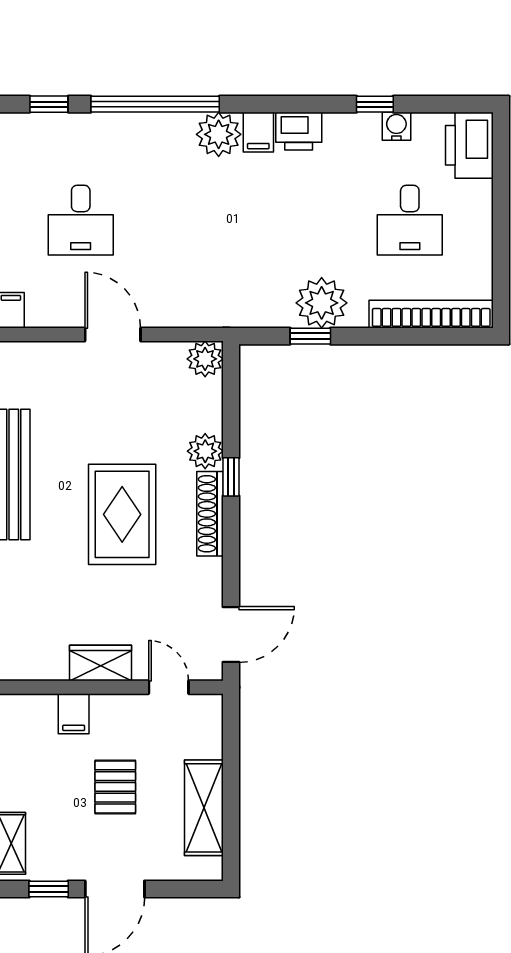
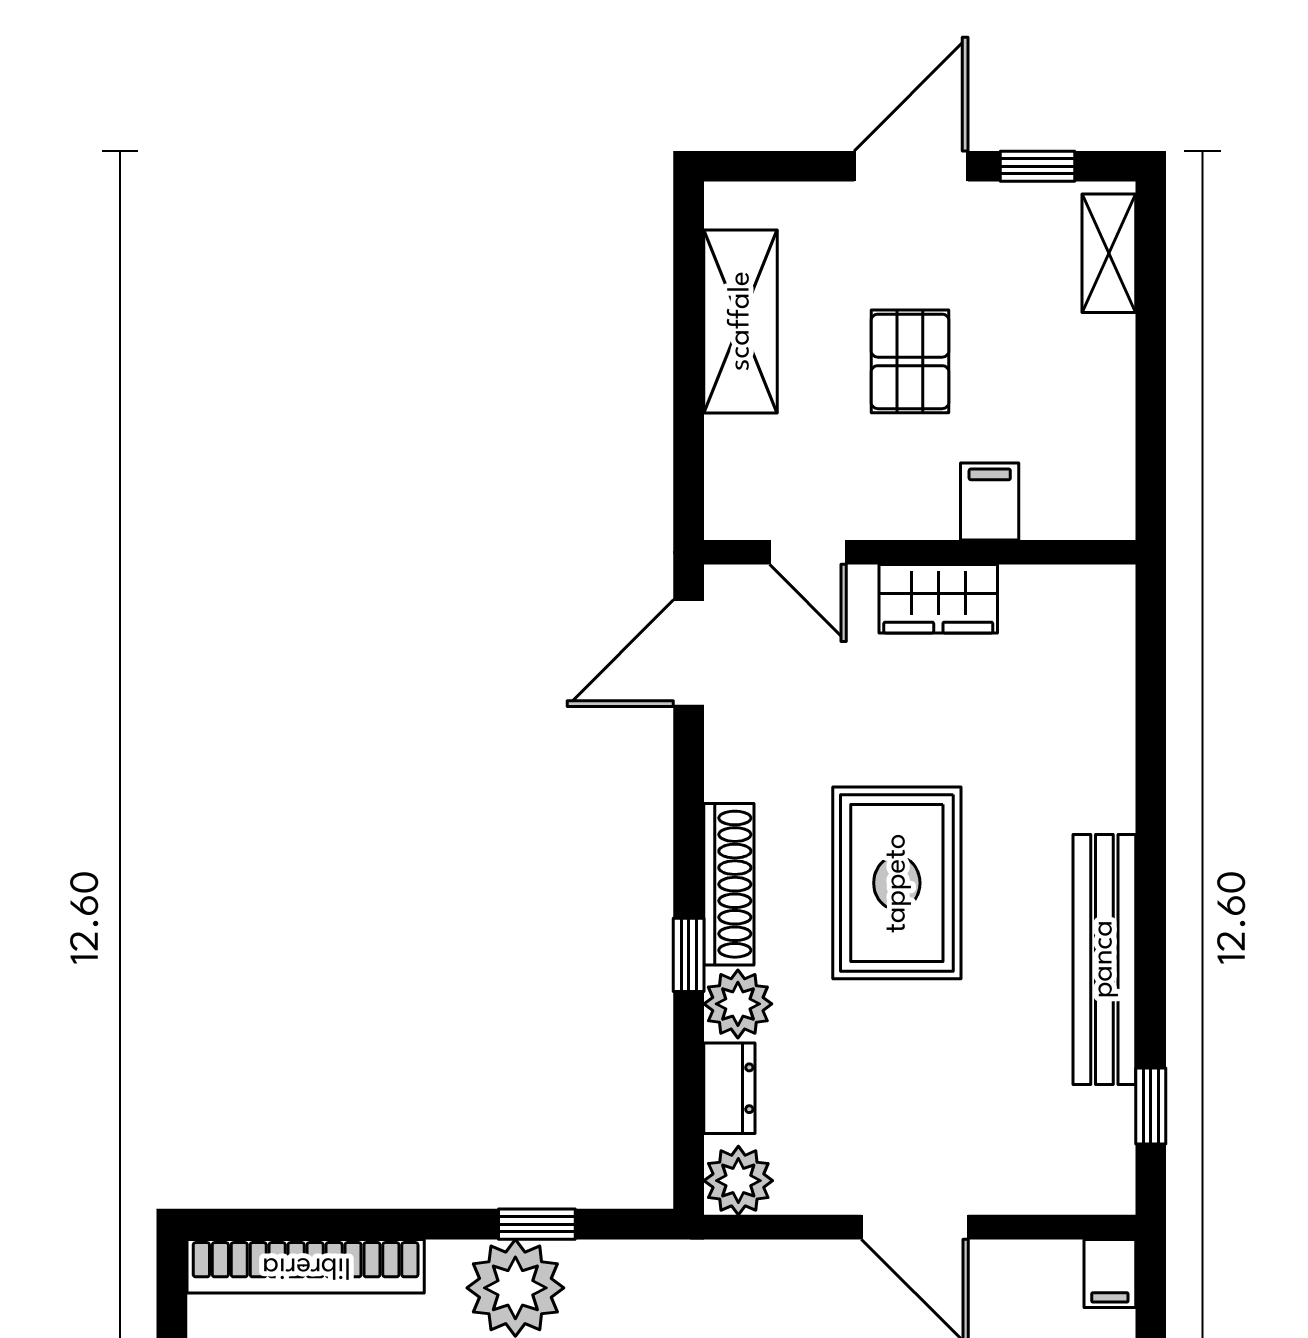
dresser: (210, 407) -> (729, 1088), added

